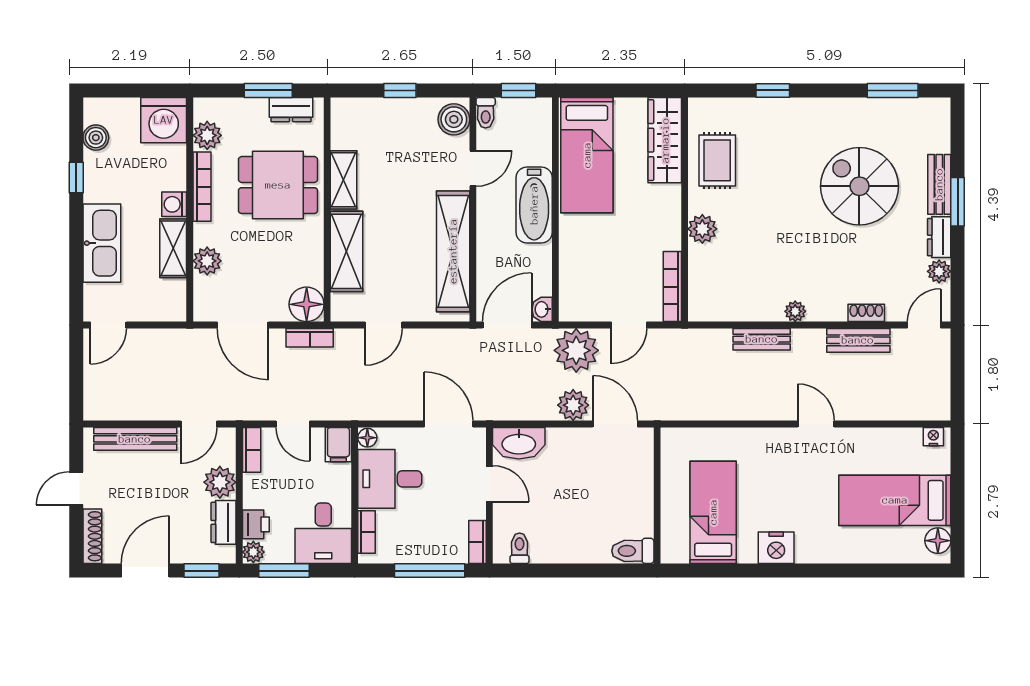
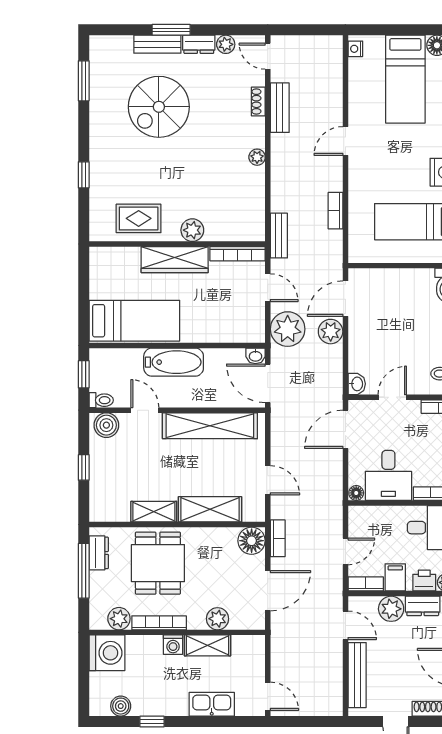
window: (268, 90) -> (84, 571), width x1.44
wardrobe: (665, 140) -> (175, 260), moved
kitchen sink: (102, 243) -> (212, 704), width x0.73, depth x0.81
bench: (762, 339) -> (279, 236), moved
bookcase: (727, 411) -> (336, 211), added
washbasin: (519, 443) -> (357, 384), width x0.52, depth x0.69
filing cabinet: (338, 445) -> (395, 577), moved, turned -90

